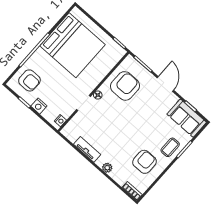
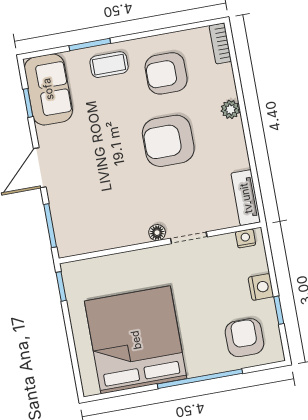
armchair: (125, 86) -> (168, 141), moved
tv unit: (87, 149) -> (246, 198), moved

